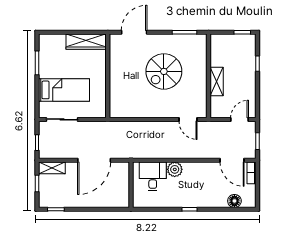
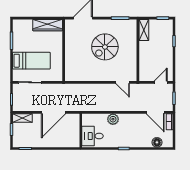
shelving: (217, 81) -> (144, 30), moved
desk: (153, 176) -> (93, 136), moved, turned -90

